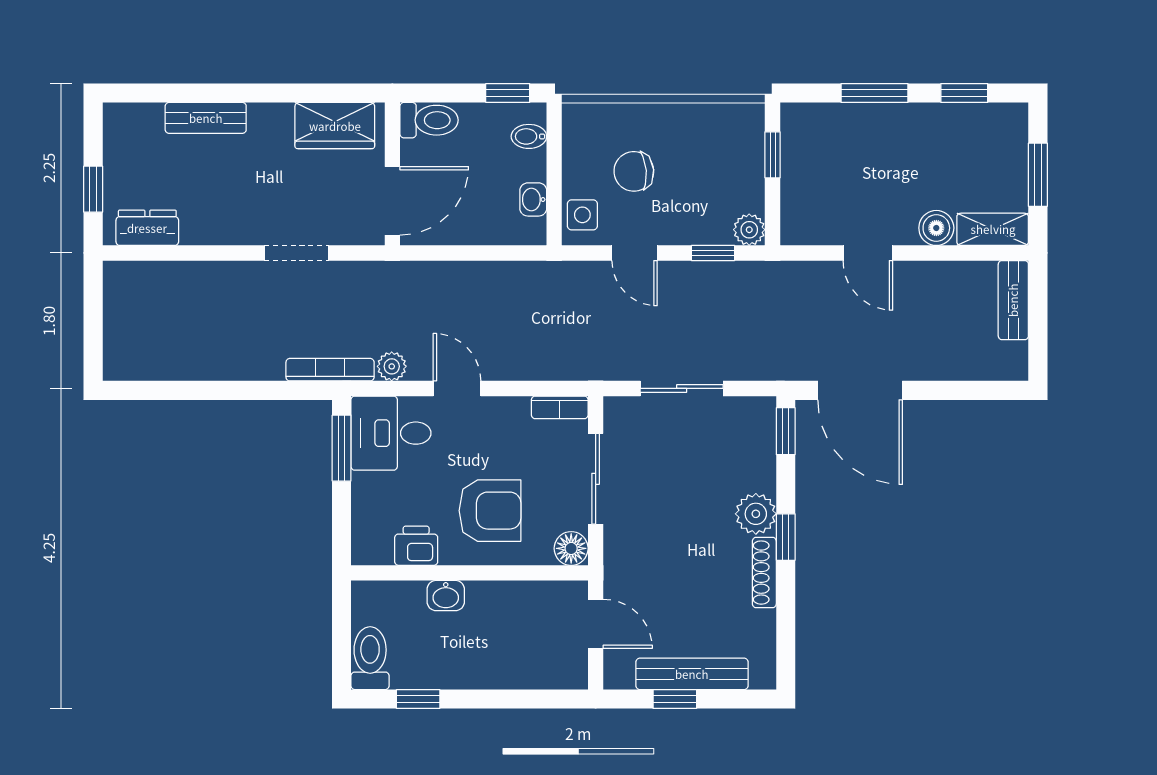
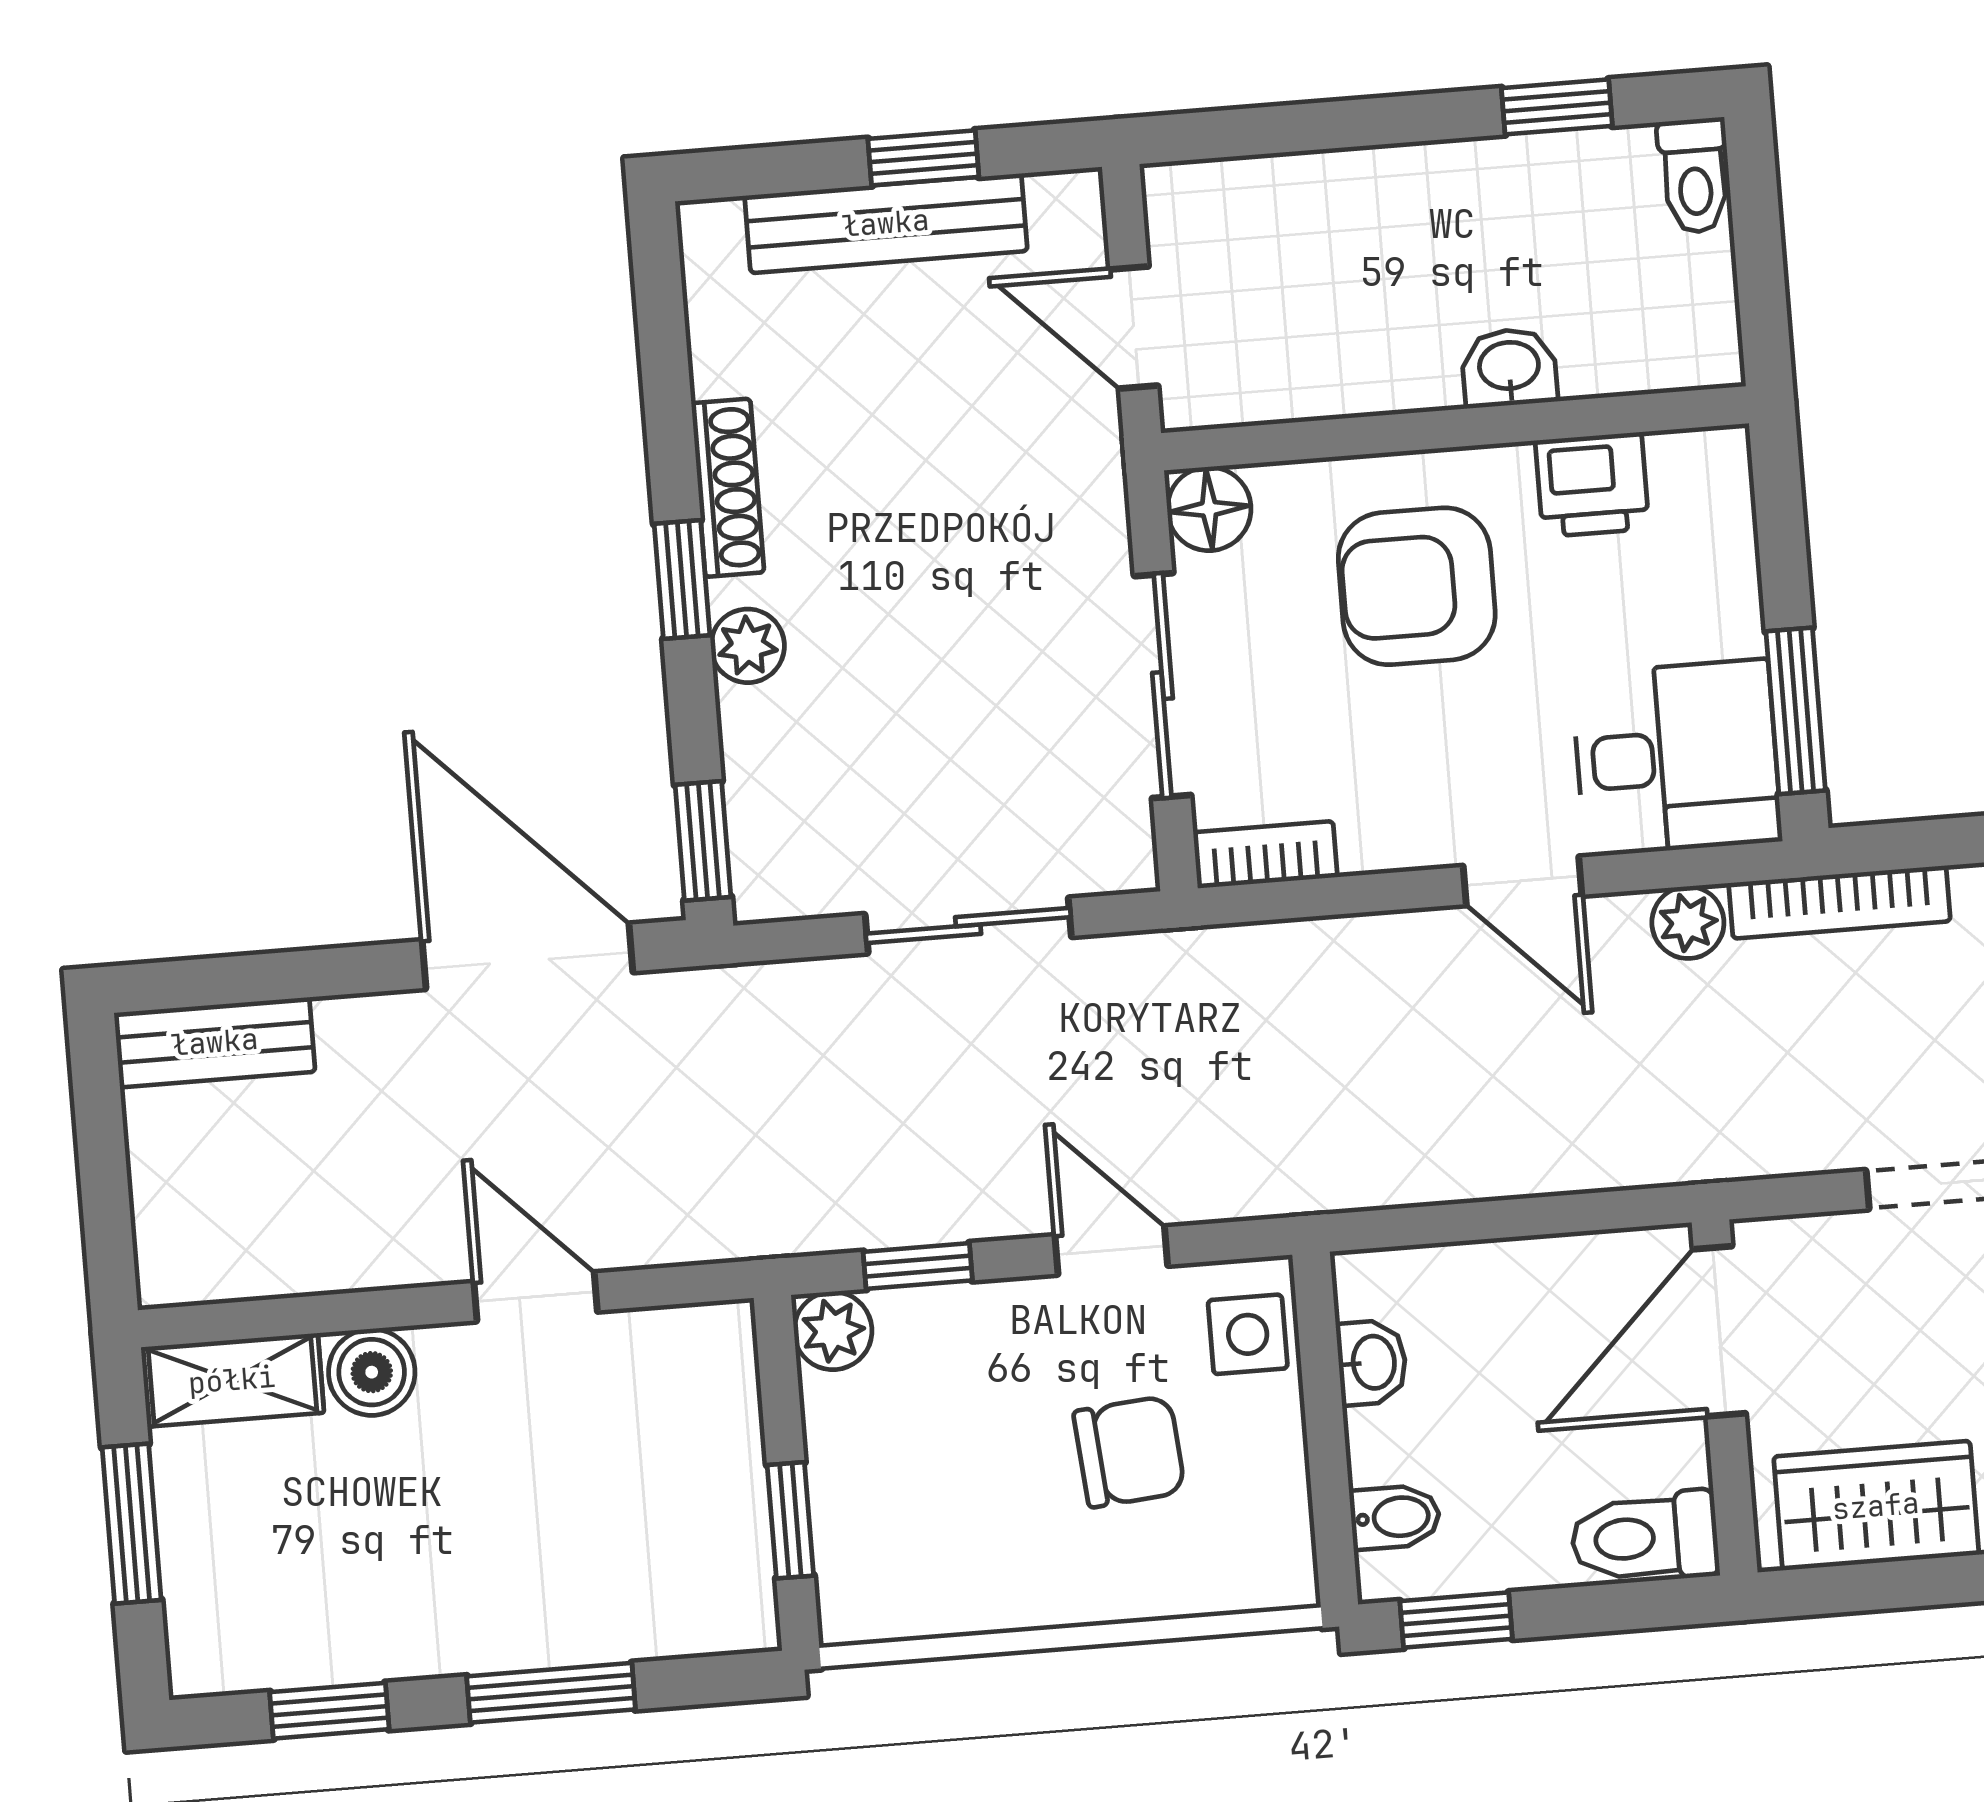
bench: (1013, 300) -> (215, 1042), moved, turned 90
plant: (756, 514) -> (748, 646), width x0.73, depth x0.73
toilet: (370, 658) -> (1695, 176), width x0.73, depth x0.72

